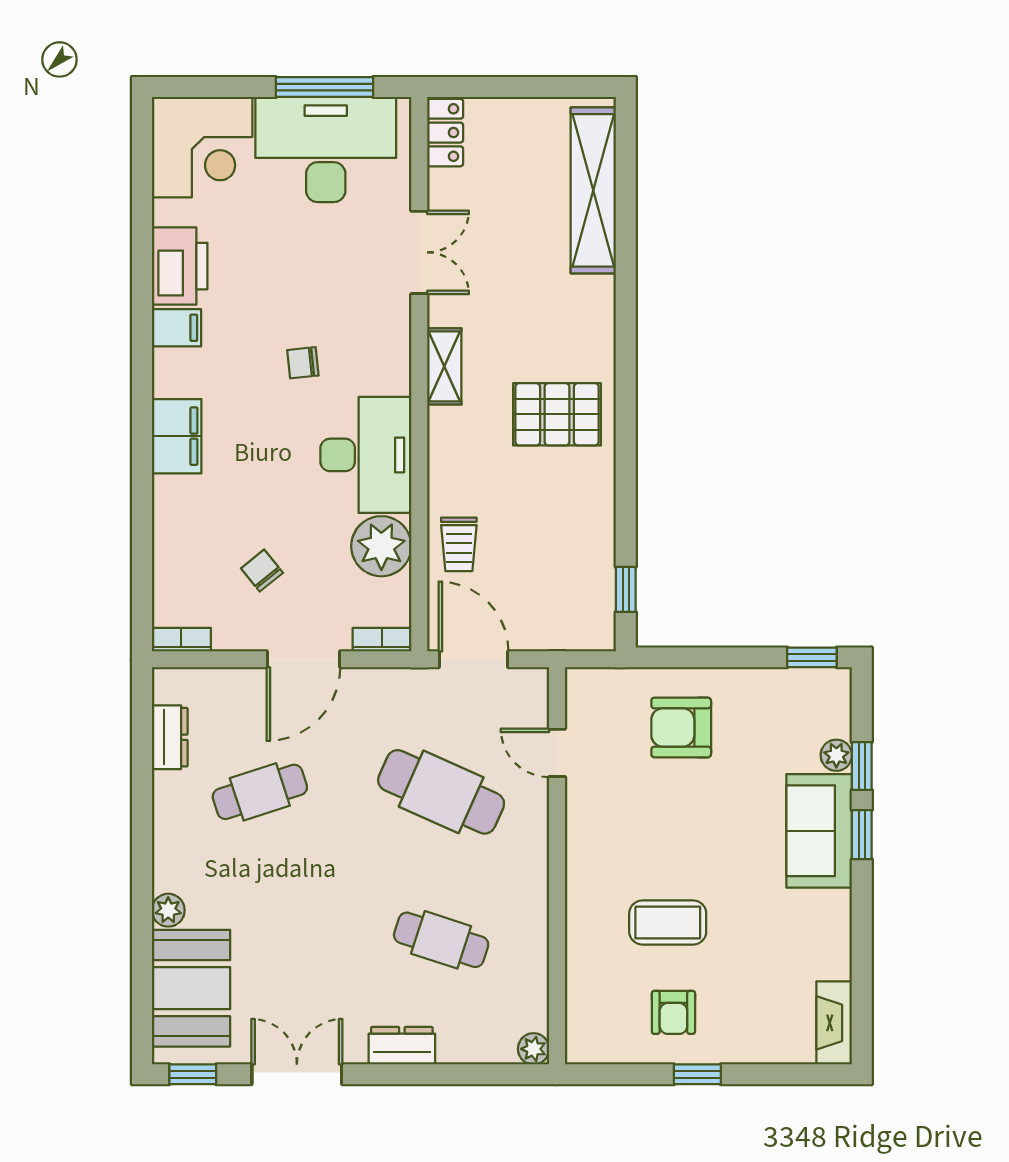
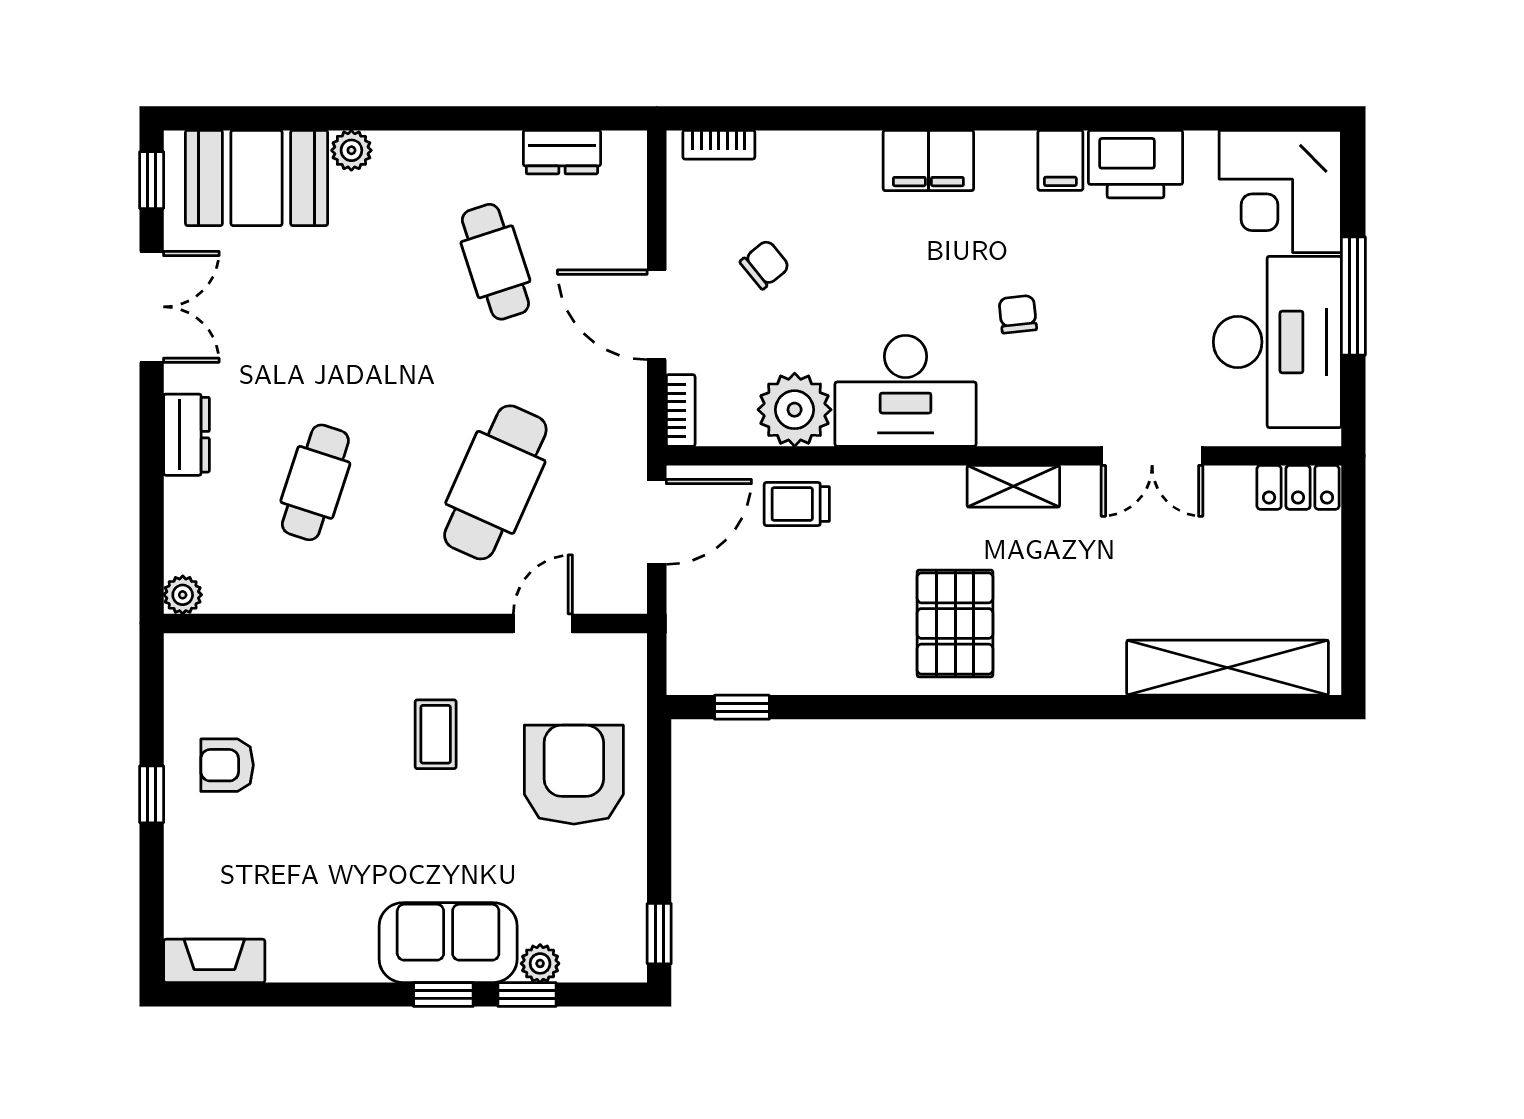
window: (325, 87) -> (1353, 296), moved
bookcase: (181, 640) -> (719, 145), moved, turned 90
armchair: (681, 727) -> (574, 775), width x1.36, depth x1.36
coffee table: (668, 923) -> (436, 734), moved, width x0.73, depth x0.77

